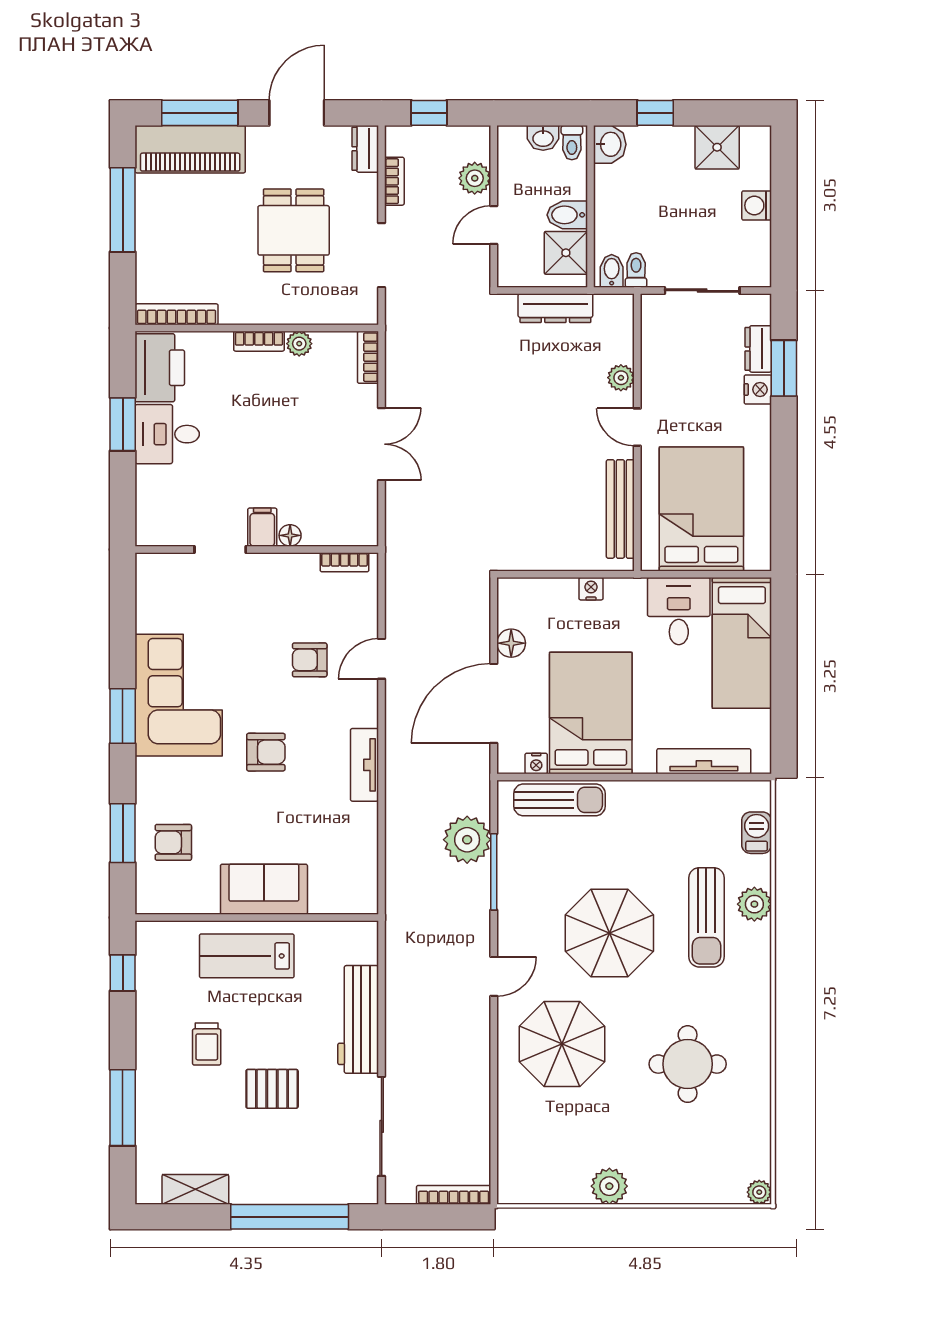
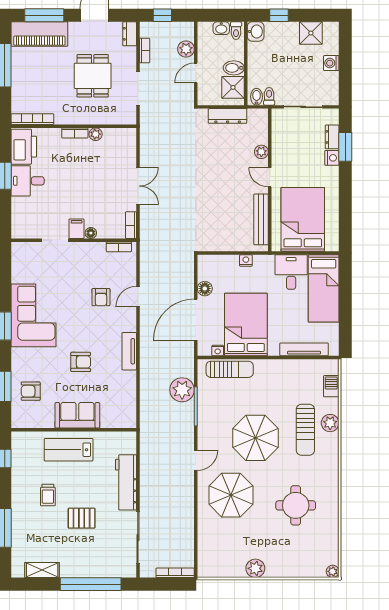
bookcase: (368, 357) -> (131, 225), moved
armchair: (310, 660) -> (101, 297), turned -90
armchair: (266, 752) -> (81, 362), moved

